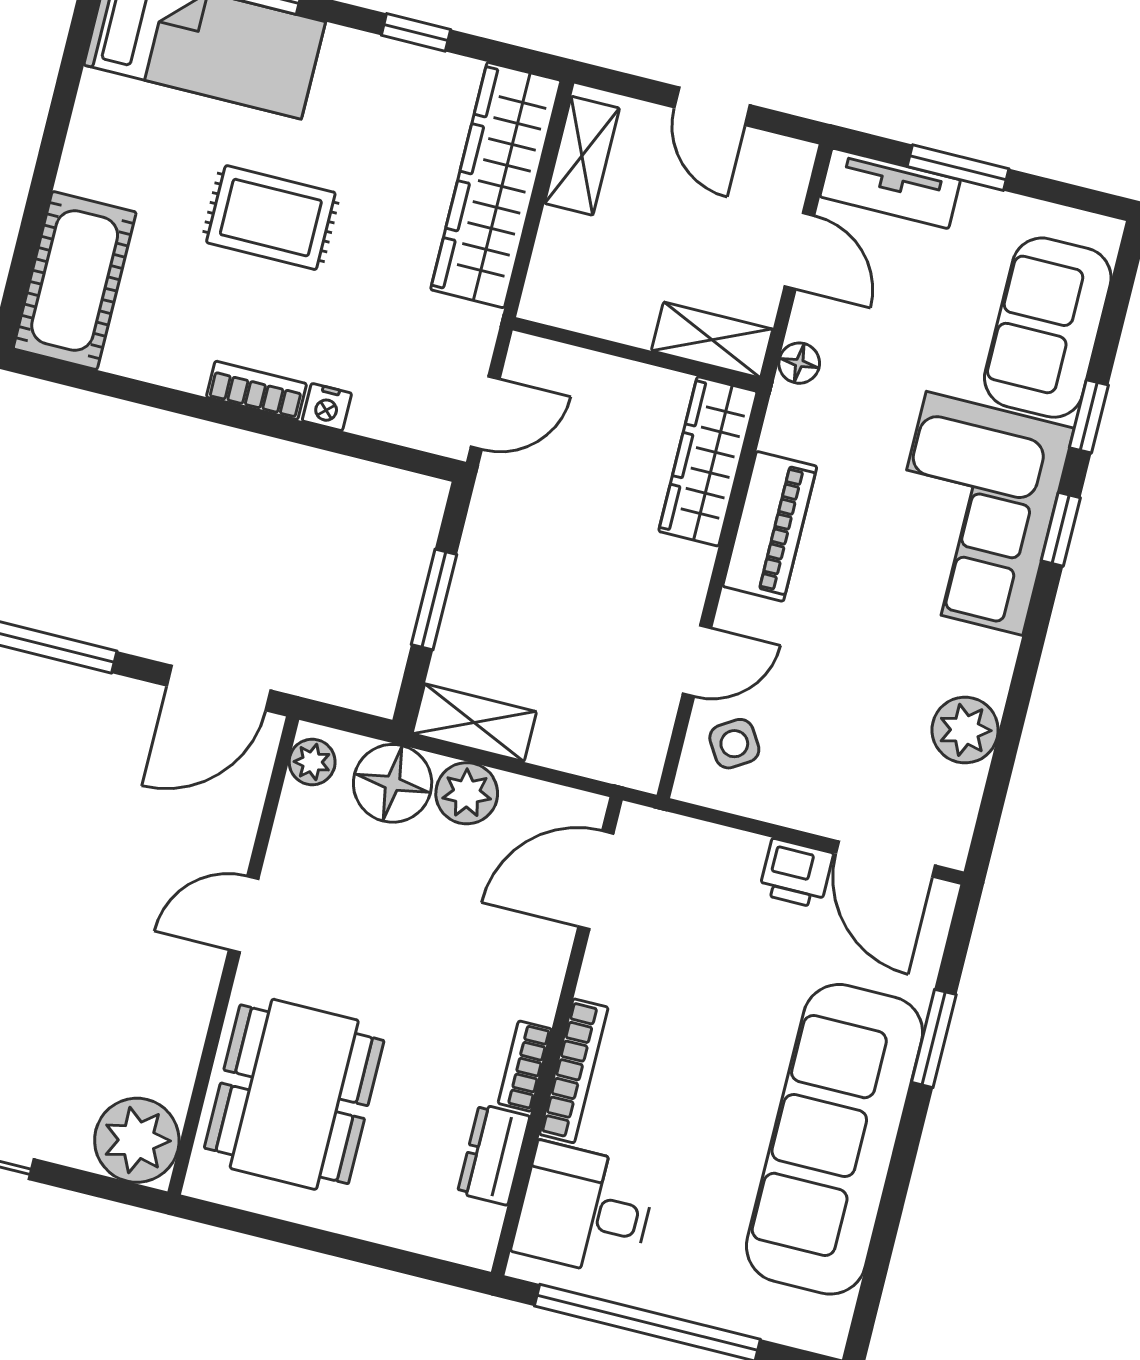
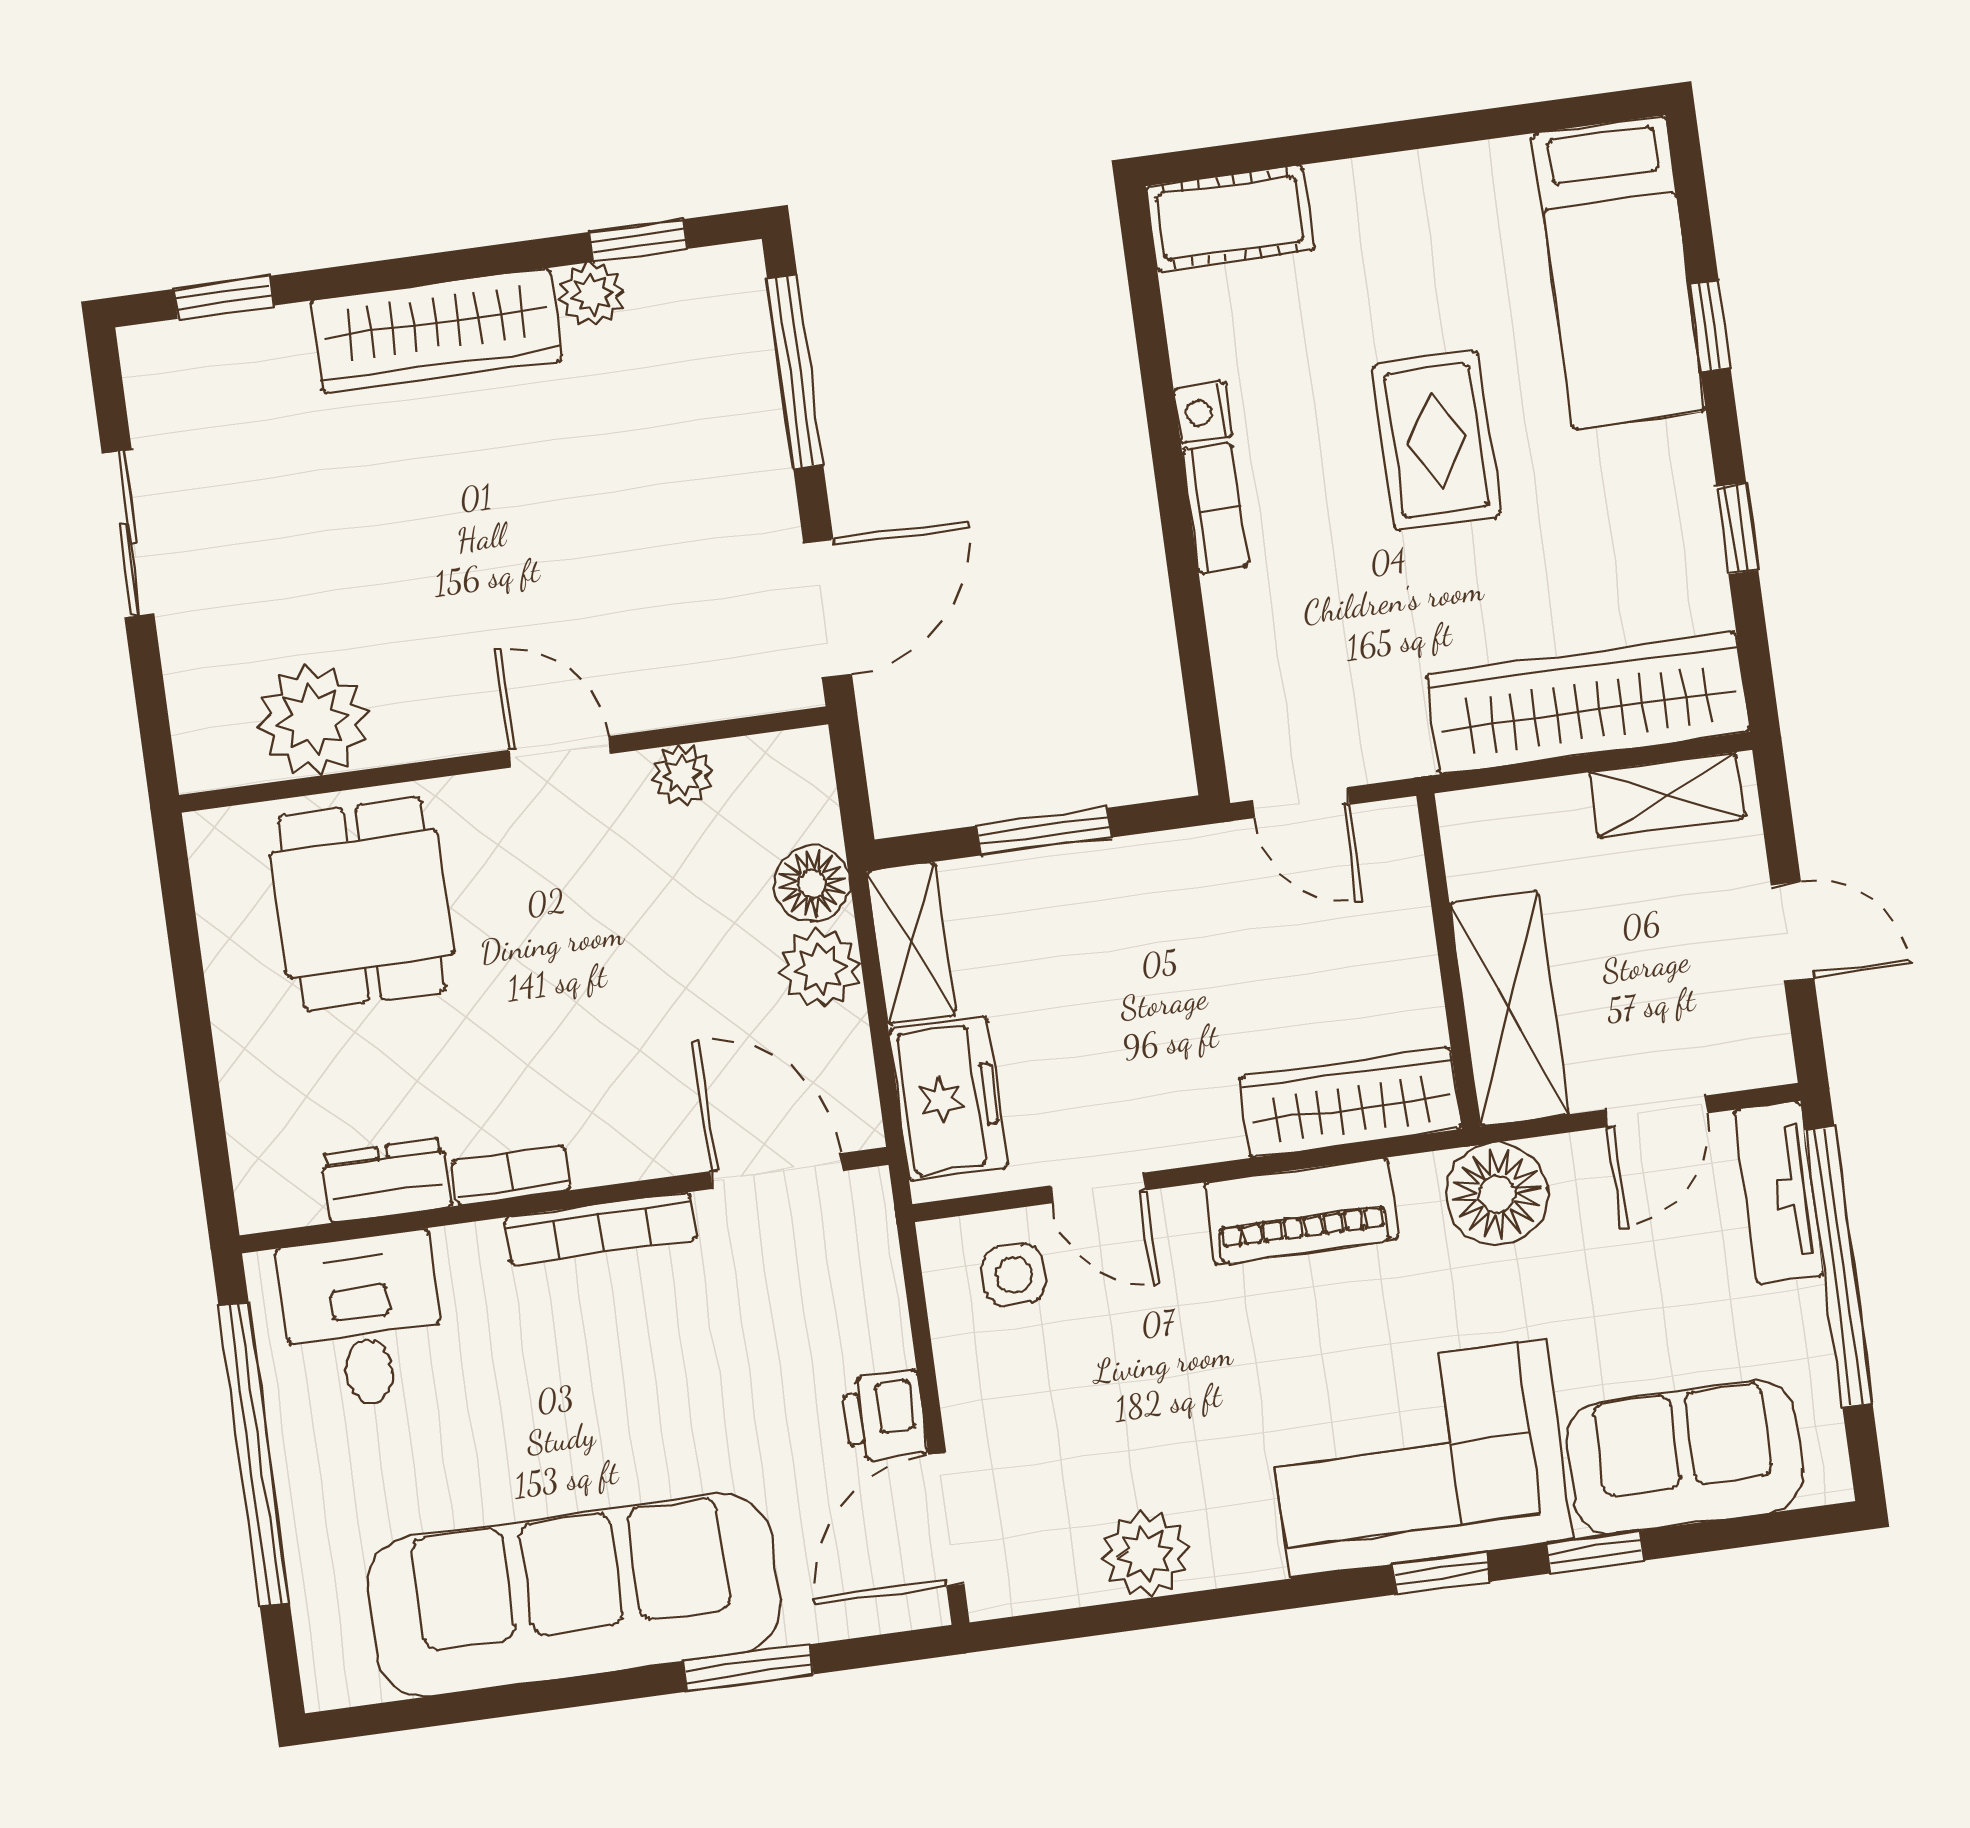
door: (712, 106) -> (1793, 932), swing flipped
window: (958, 168) -> (1838, 1267), width x2.11
cot: (75, 280) -> (1230, 218), width x0.73, depth x0.75
shelving: (712, 340) -> (1509, 1009), width x1.50, depth x1.33
floor lamp: (799, 363) -> (1497, 1194), width x1.89, depth x1.89
nightstand: (327, 407) -> (1203, 412), moved
door: (219, 688) -> (828, 609), swing flipped
freezer: (593, 741) -> (948, 1099), added
side table: (734, 744) -> (1014, 1275), turned 32
plant: (312, 762) -> (683, 775), moved
floor lamp: (393, 783) -> (812, 884), width x0.73, depth x0.73
bookcase: (574, 1071) -> (601, 1228), moved
dining table: (294, 1094) -> (362, 904), width x0.73
plant: (137, 1140) -> (313, 720), moved

